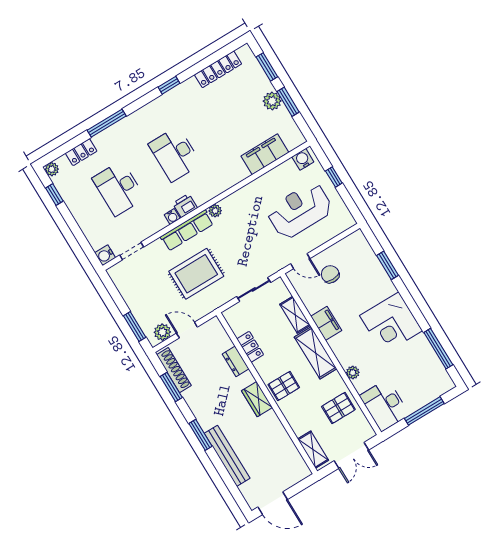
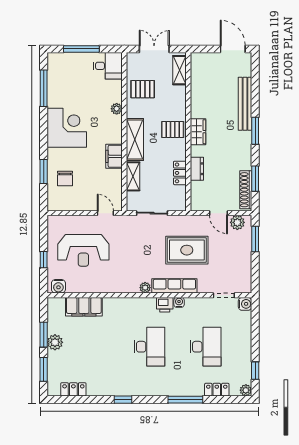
locker: (218, 69) -> (73, 389), width x0.66
chair: (330, 274) -> (65, 179), moved
desk: (385, 405) -> (108, 66), width x0.73

